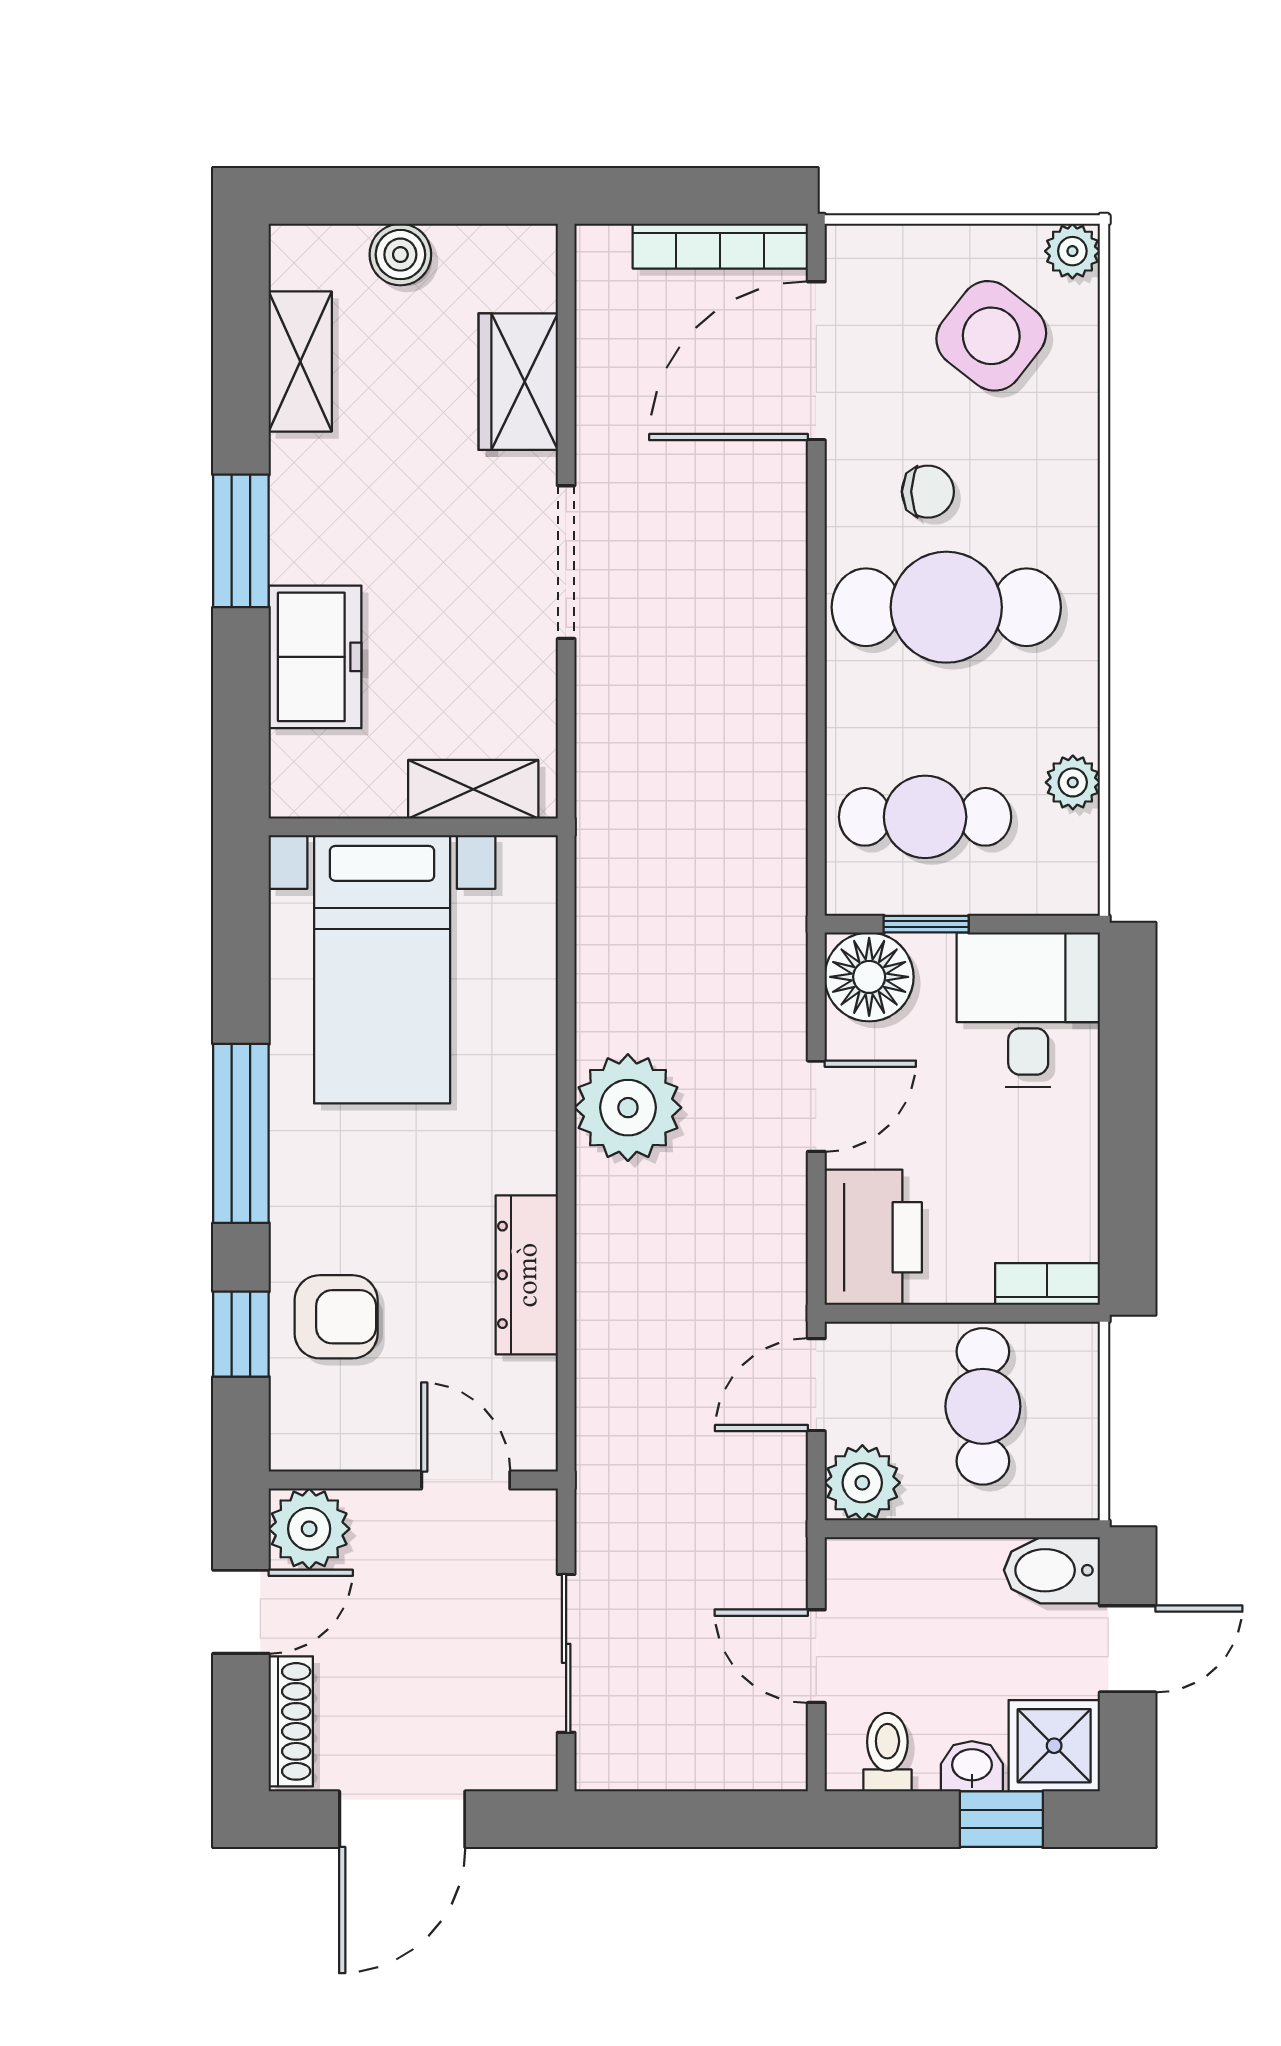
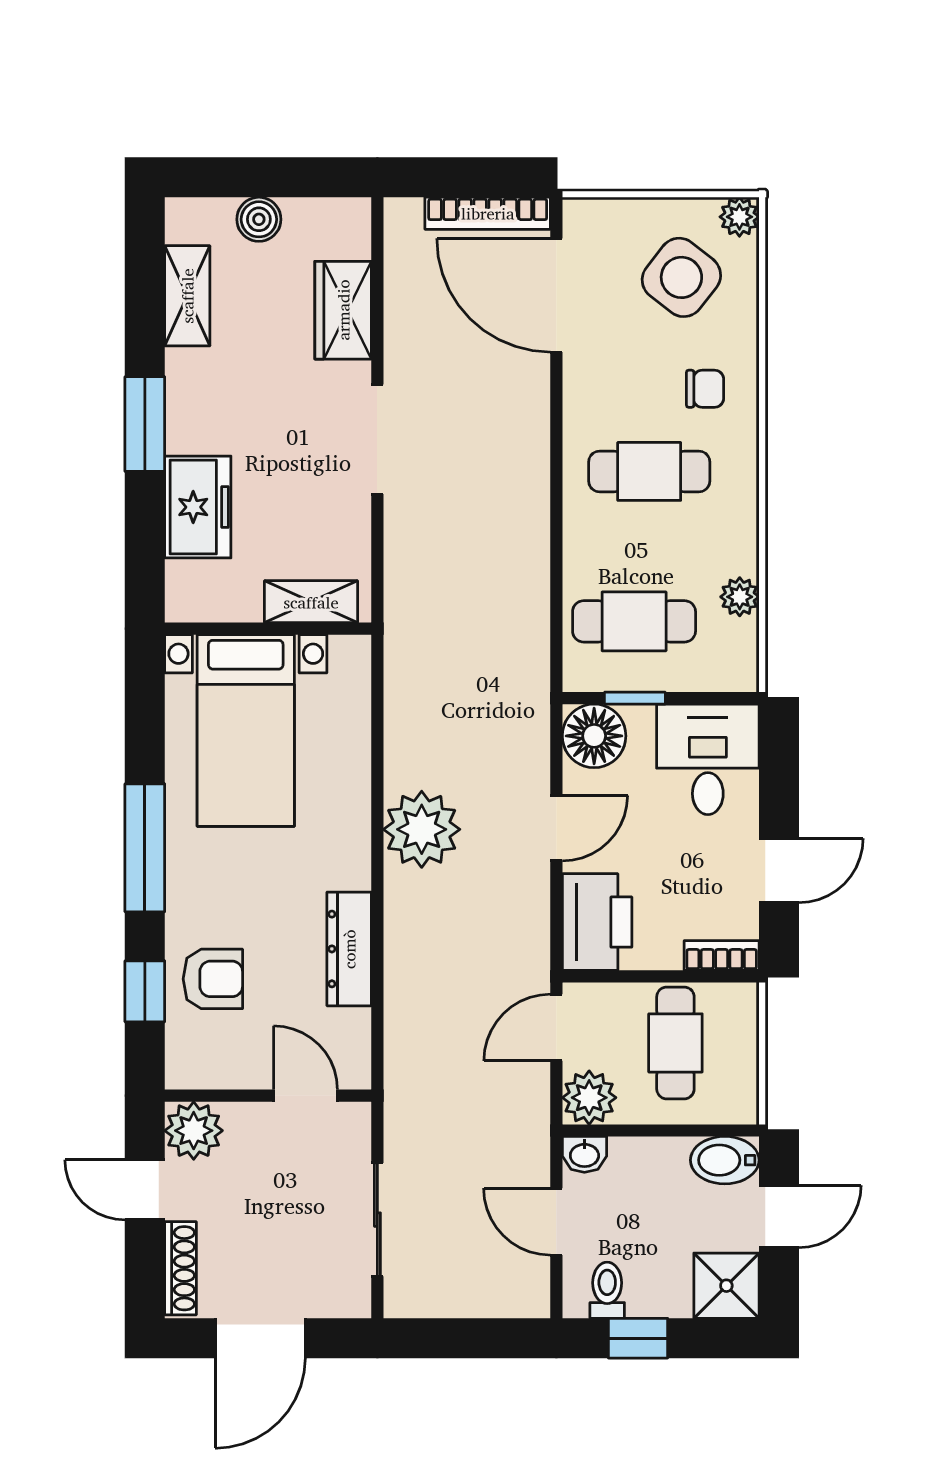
door: (816, 361) -> (556, 295), hinge flipped
chair: (928, 492) -> (705, 389), moved
cafe table: (946, 607) -> (649, 471), width x0.73, depth x0.74
door: (1128, 1165) -> (779, 871), added
door: (241, 1612) -> (145, 1190), swing flipped
washbasin: (972, 1766) -> (584, 1154), moved, turned 180
window: (1001, 1819) -> (638, 1338), moved

